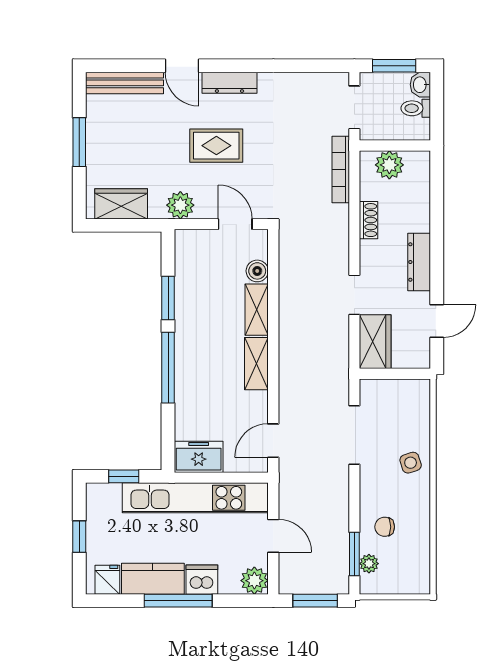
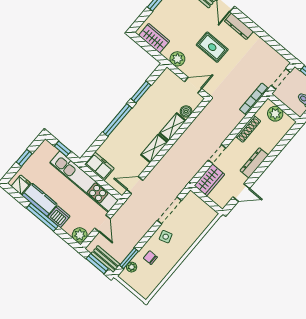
shoe rack: (369, 220) -> (248, 129), width x1.43
door: (235, 224) -> (193, 85), hinge flipped
side table: (411, 463) -> (166, 237), moved
bench: (321, 584) -> (106, 259), added

